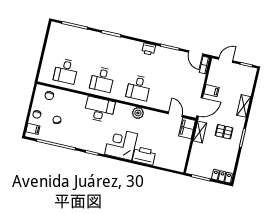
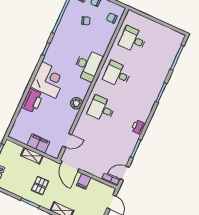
filing cabinet: (187, 128) -> (38, 143), moved
shelving: (200, 132) -> (32, 156), moved

